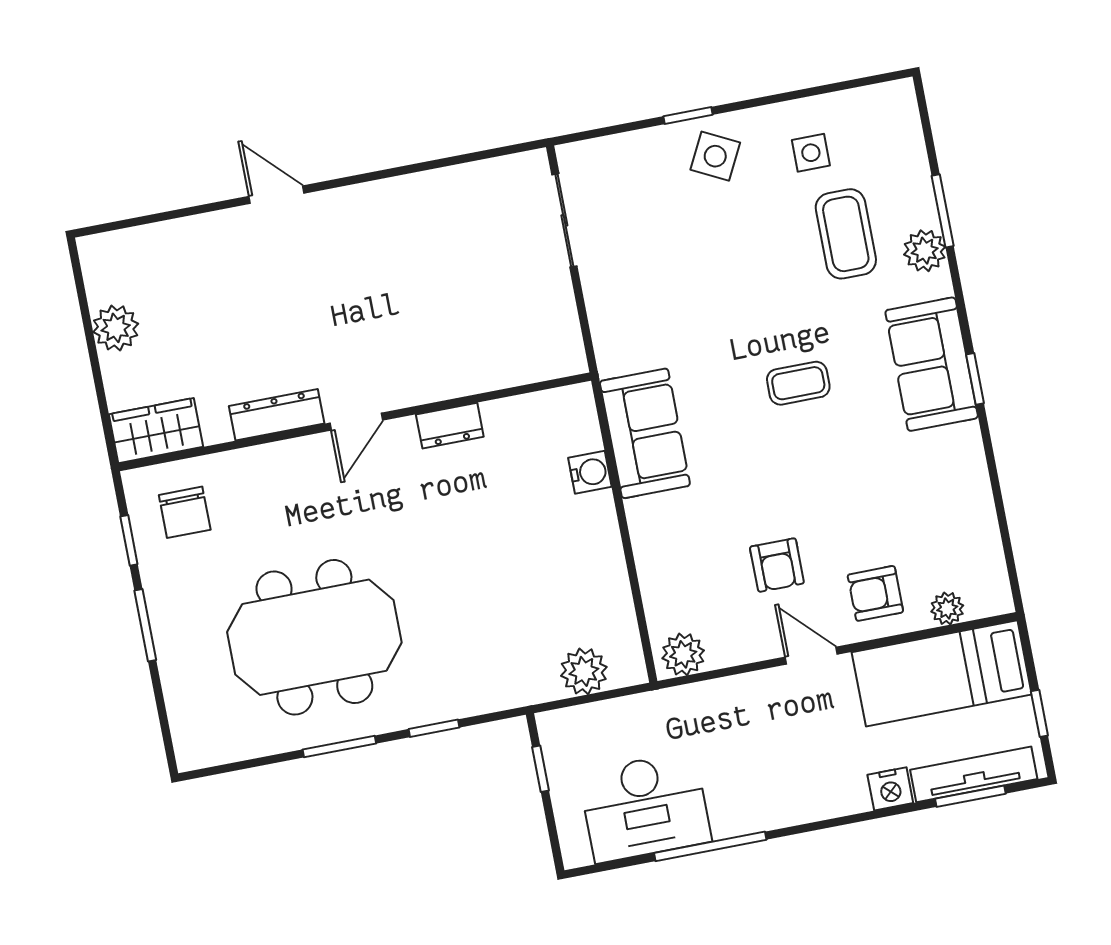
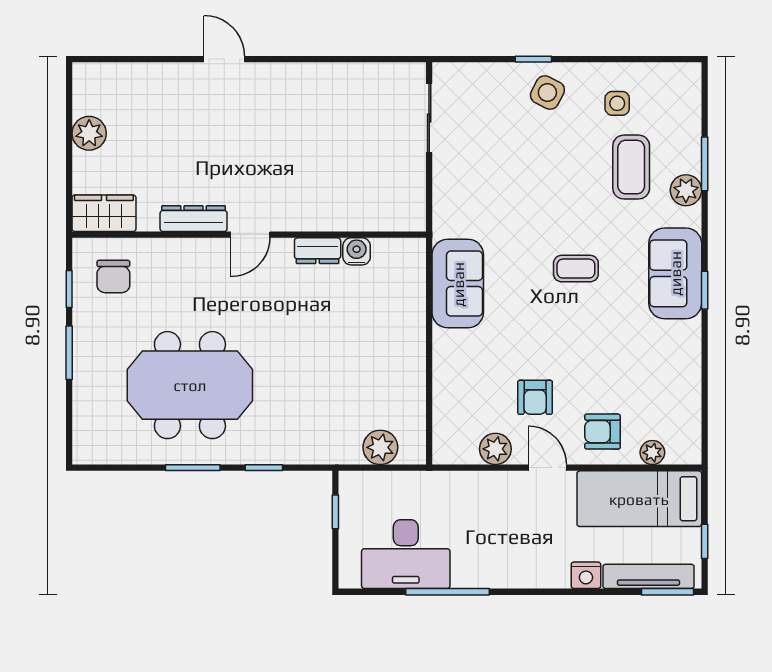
water cooler: (590, 472) -> (357, 251), moved, turned -90
plant: (683, 654) -> (495, 449), moved
window: (970, 796) -> (667, 592), moved

